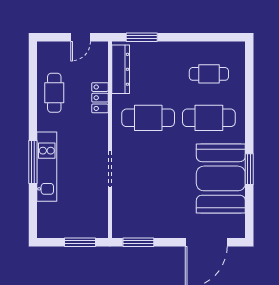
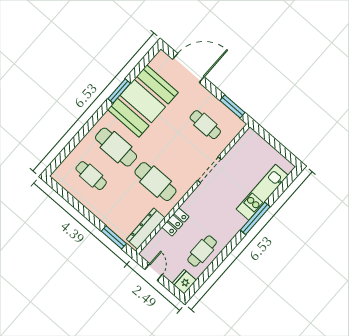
door: (81, 37) -> (154, 272), hinge flipped
fridge: (46, 52) -> (184, 282), added
kitchen unit: (47, 167) -> (262, 192), moved
cafe table: (148, 206) -> (205, 125), added
window: (80, 242) -> (270, 140), removed

